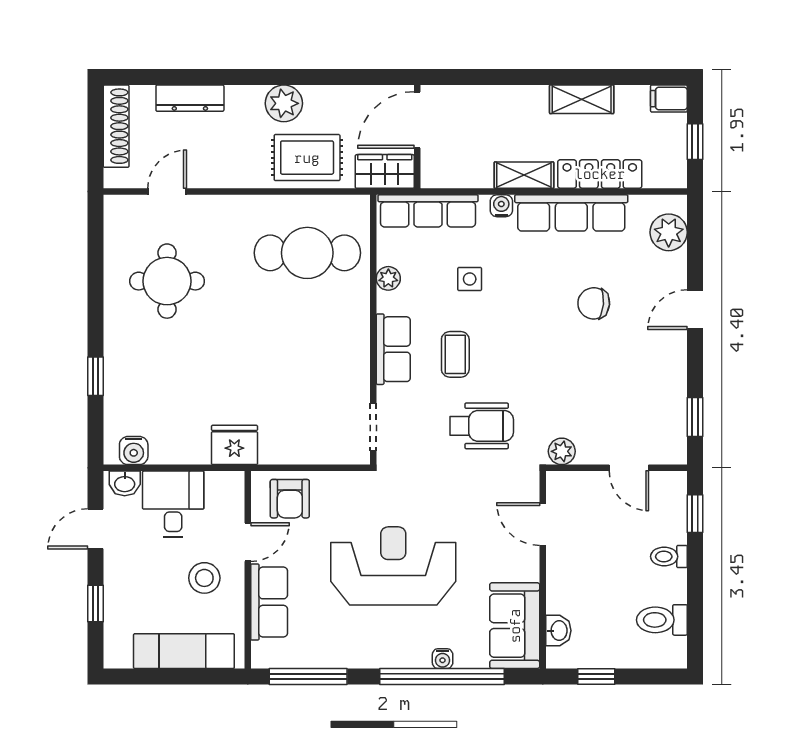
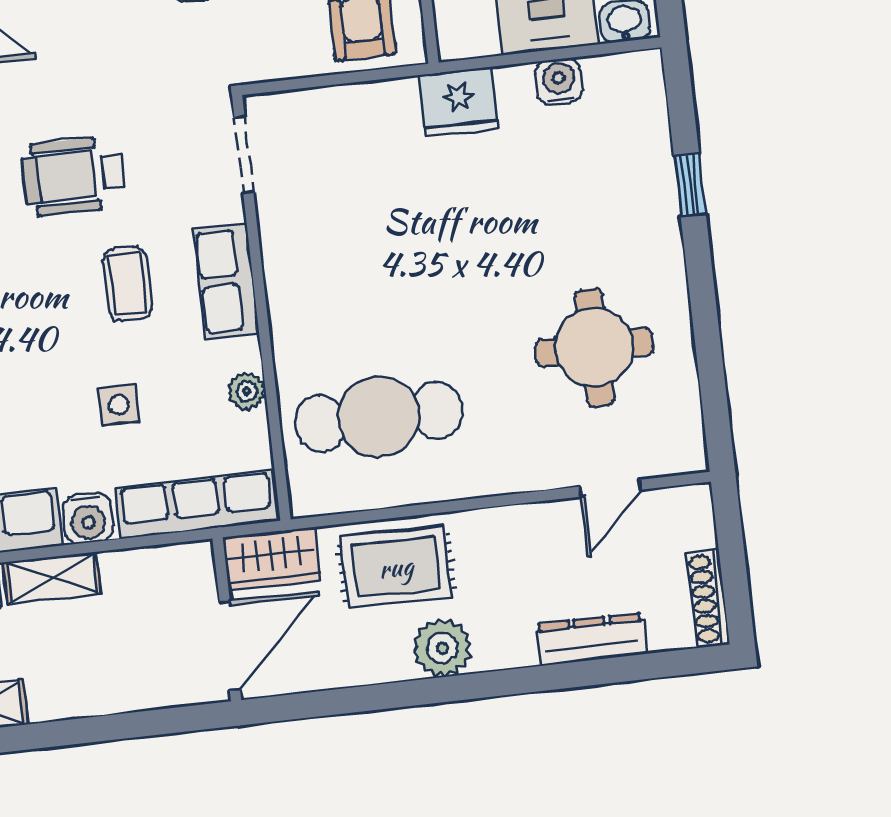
shoe rack: (116, 126) -> (708, 599), width x0.74, depth x0.81
water cooler: (501, 206) -> (88, 518), width x1.38, depth x1.38
water cooler: (134, 451) -> (559, 82), moved

